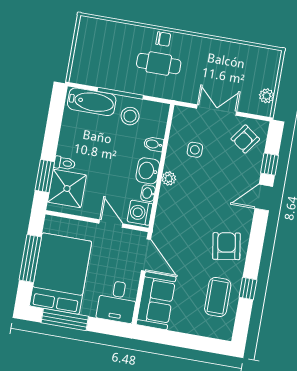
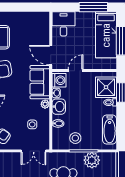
plant: (110, 76) -> (92, 160), added
bathtub: (92, 102) -> (110, 129), moved, turned -90
double door: (217, 110) -> (34, 151), moved
door: (111, 224) -> (76, 71), swing flipped
bed: (61, 274) -> (106, 35), width x0.67
sofa: (156, 301) -> (40, 82), moved

